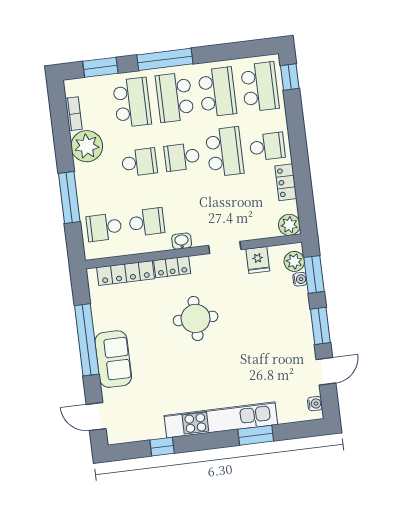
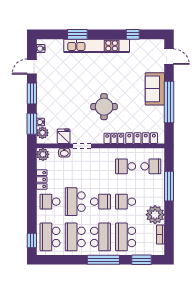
washbasin: (182, 241) -> (64, 153), moved

